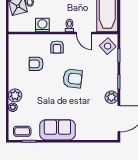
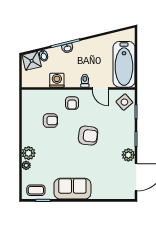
armchair: (36, 64) -> (50, 121), turned 180

